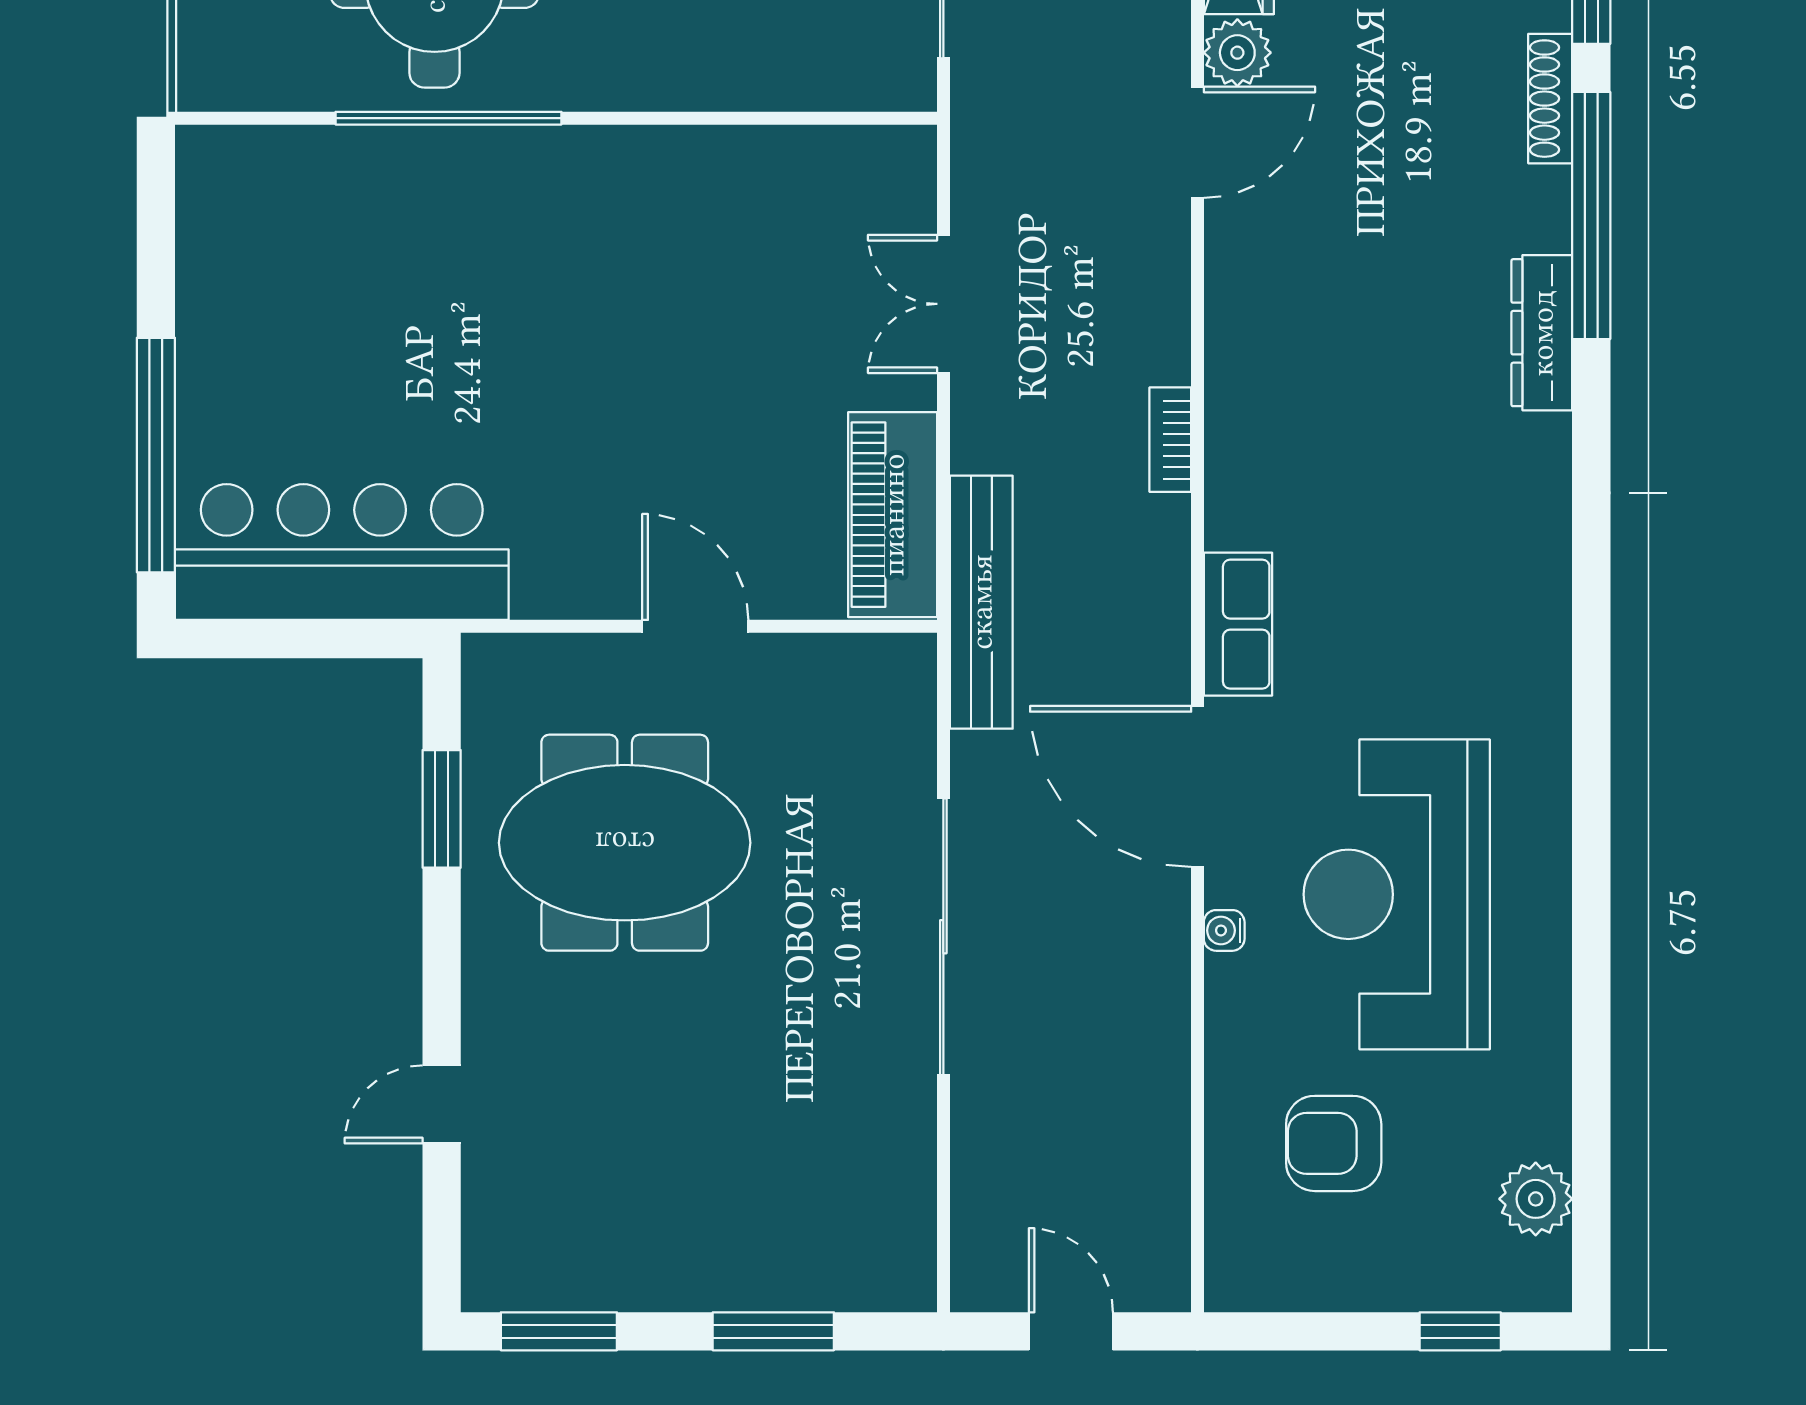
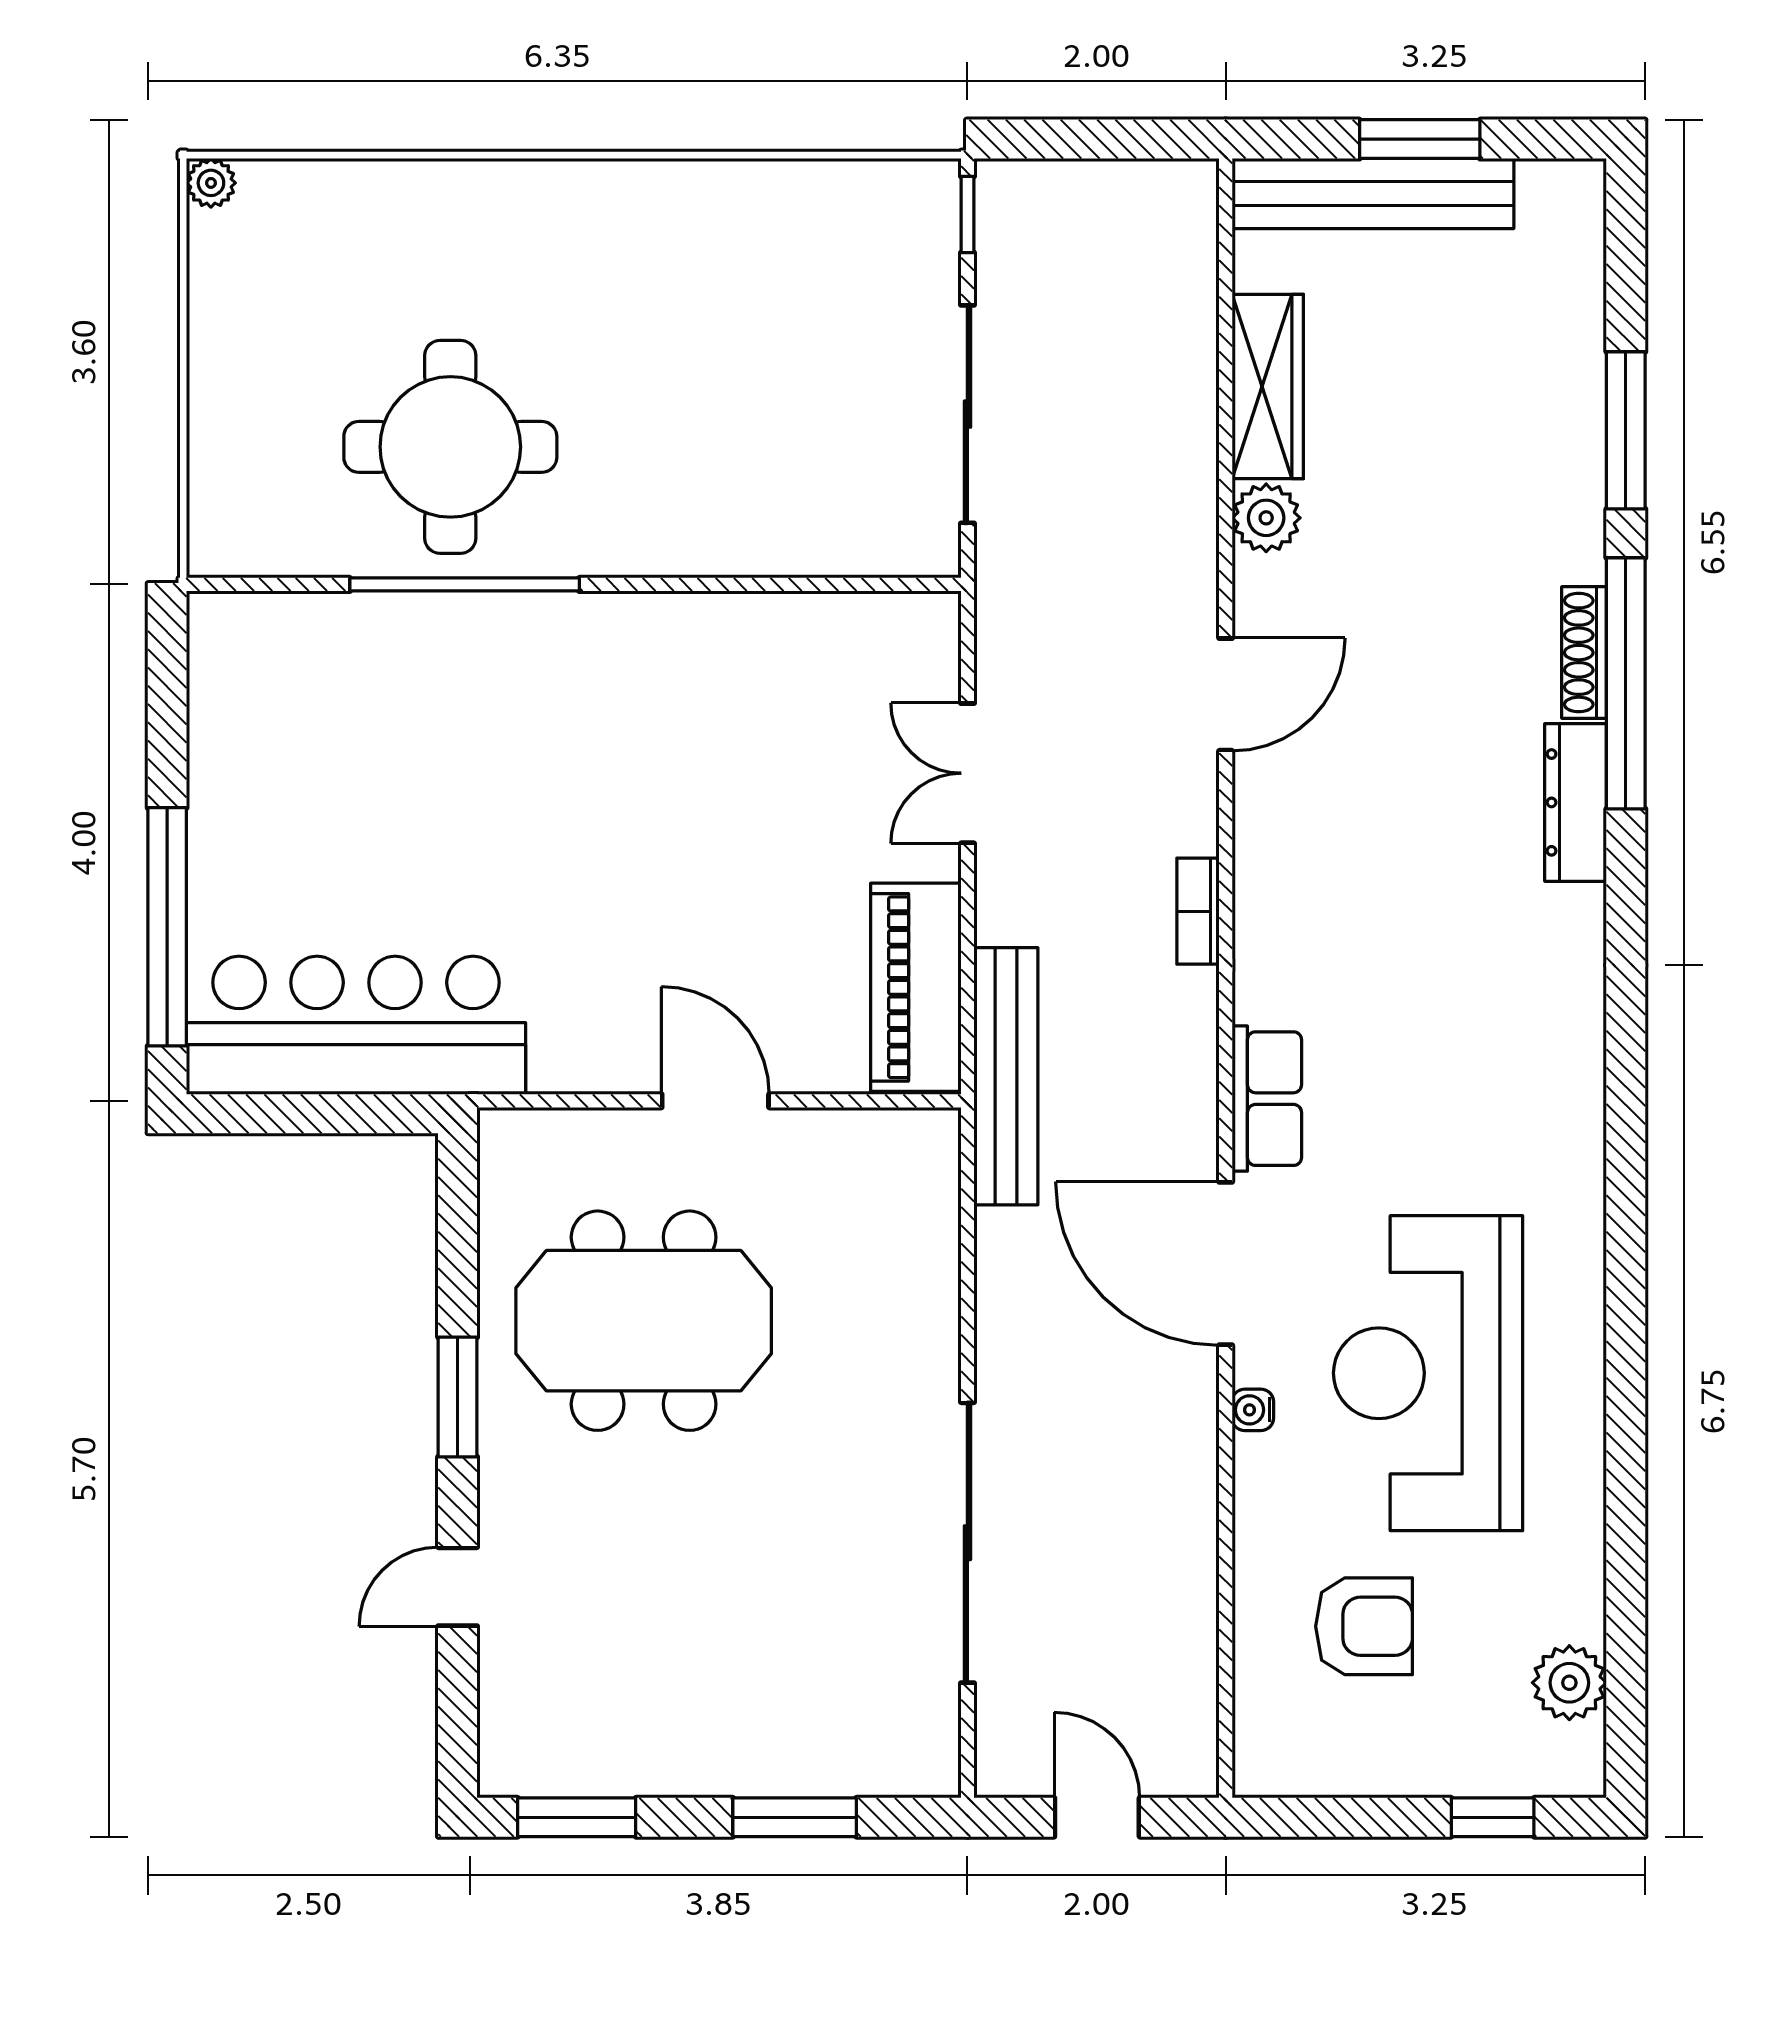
shoe rack: (1550, 99) -> (1584, 653), moved
door: (1197, 142) -> (1226, 694), moved
window: (442, 809) -> (458, 1397), moved
sliding door: (943, 937) -> (967, 1543), moved
armchair: (1334, 1143) -> (1364, 1626), turned 180

